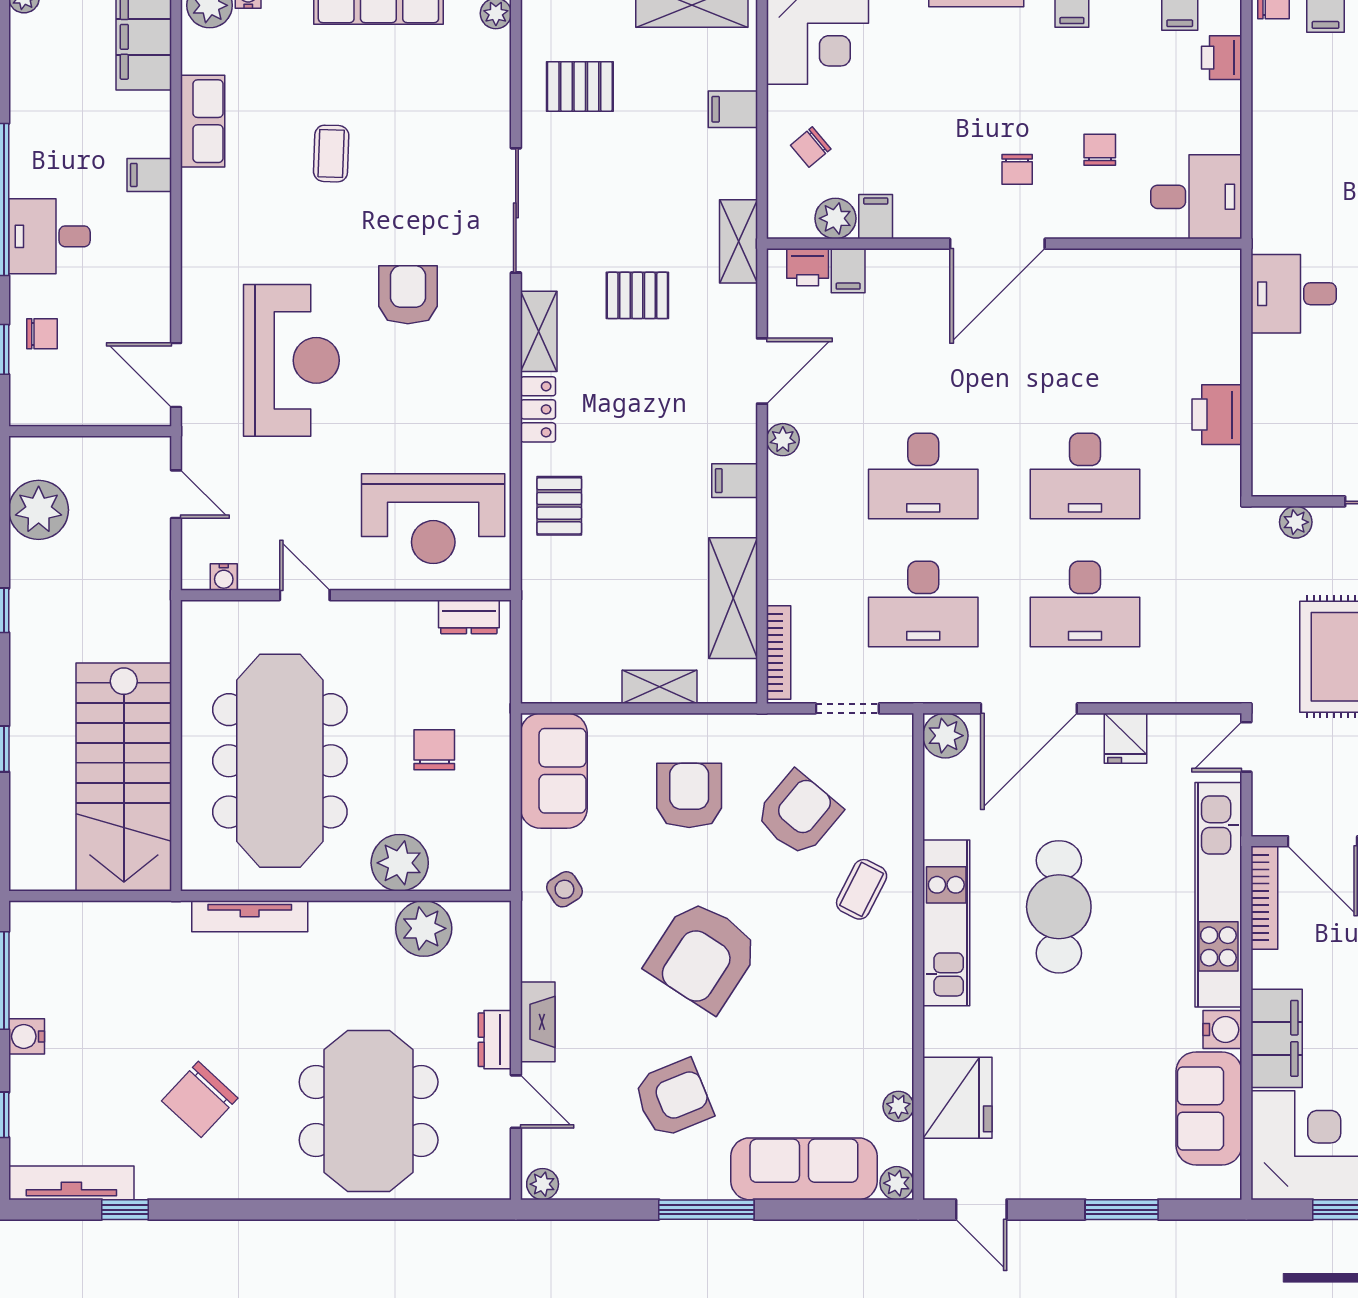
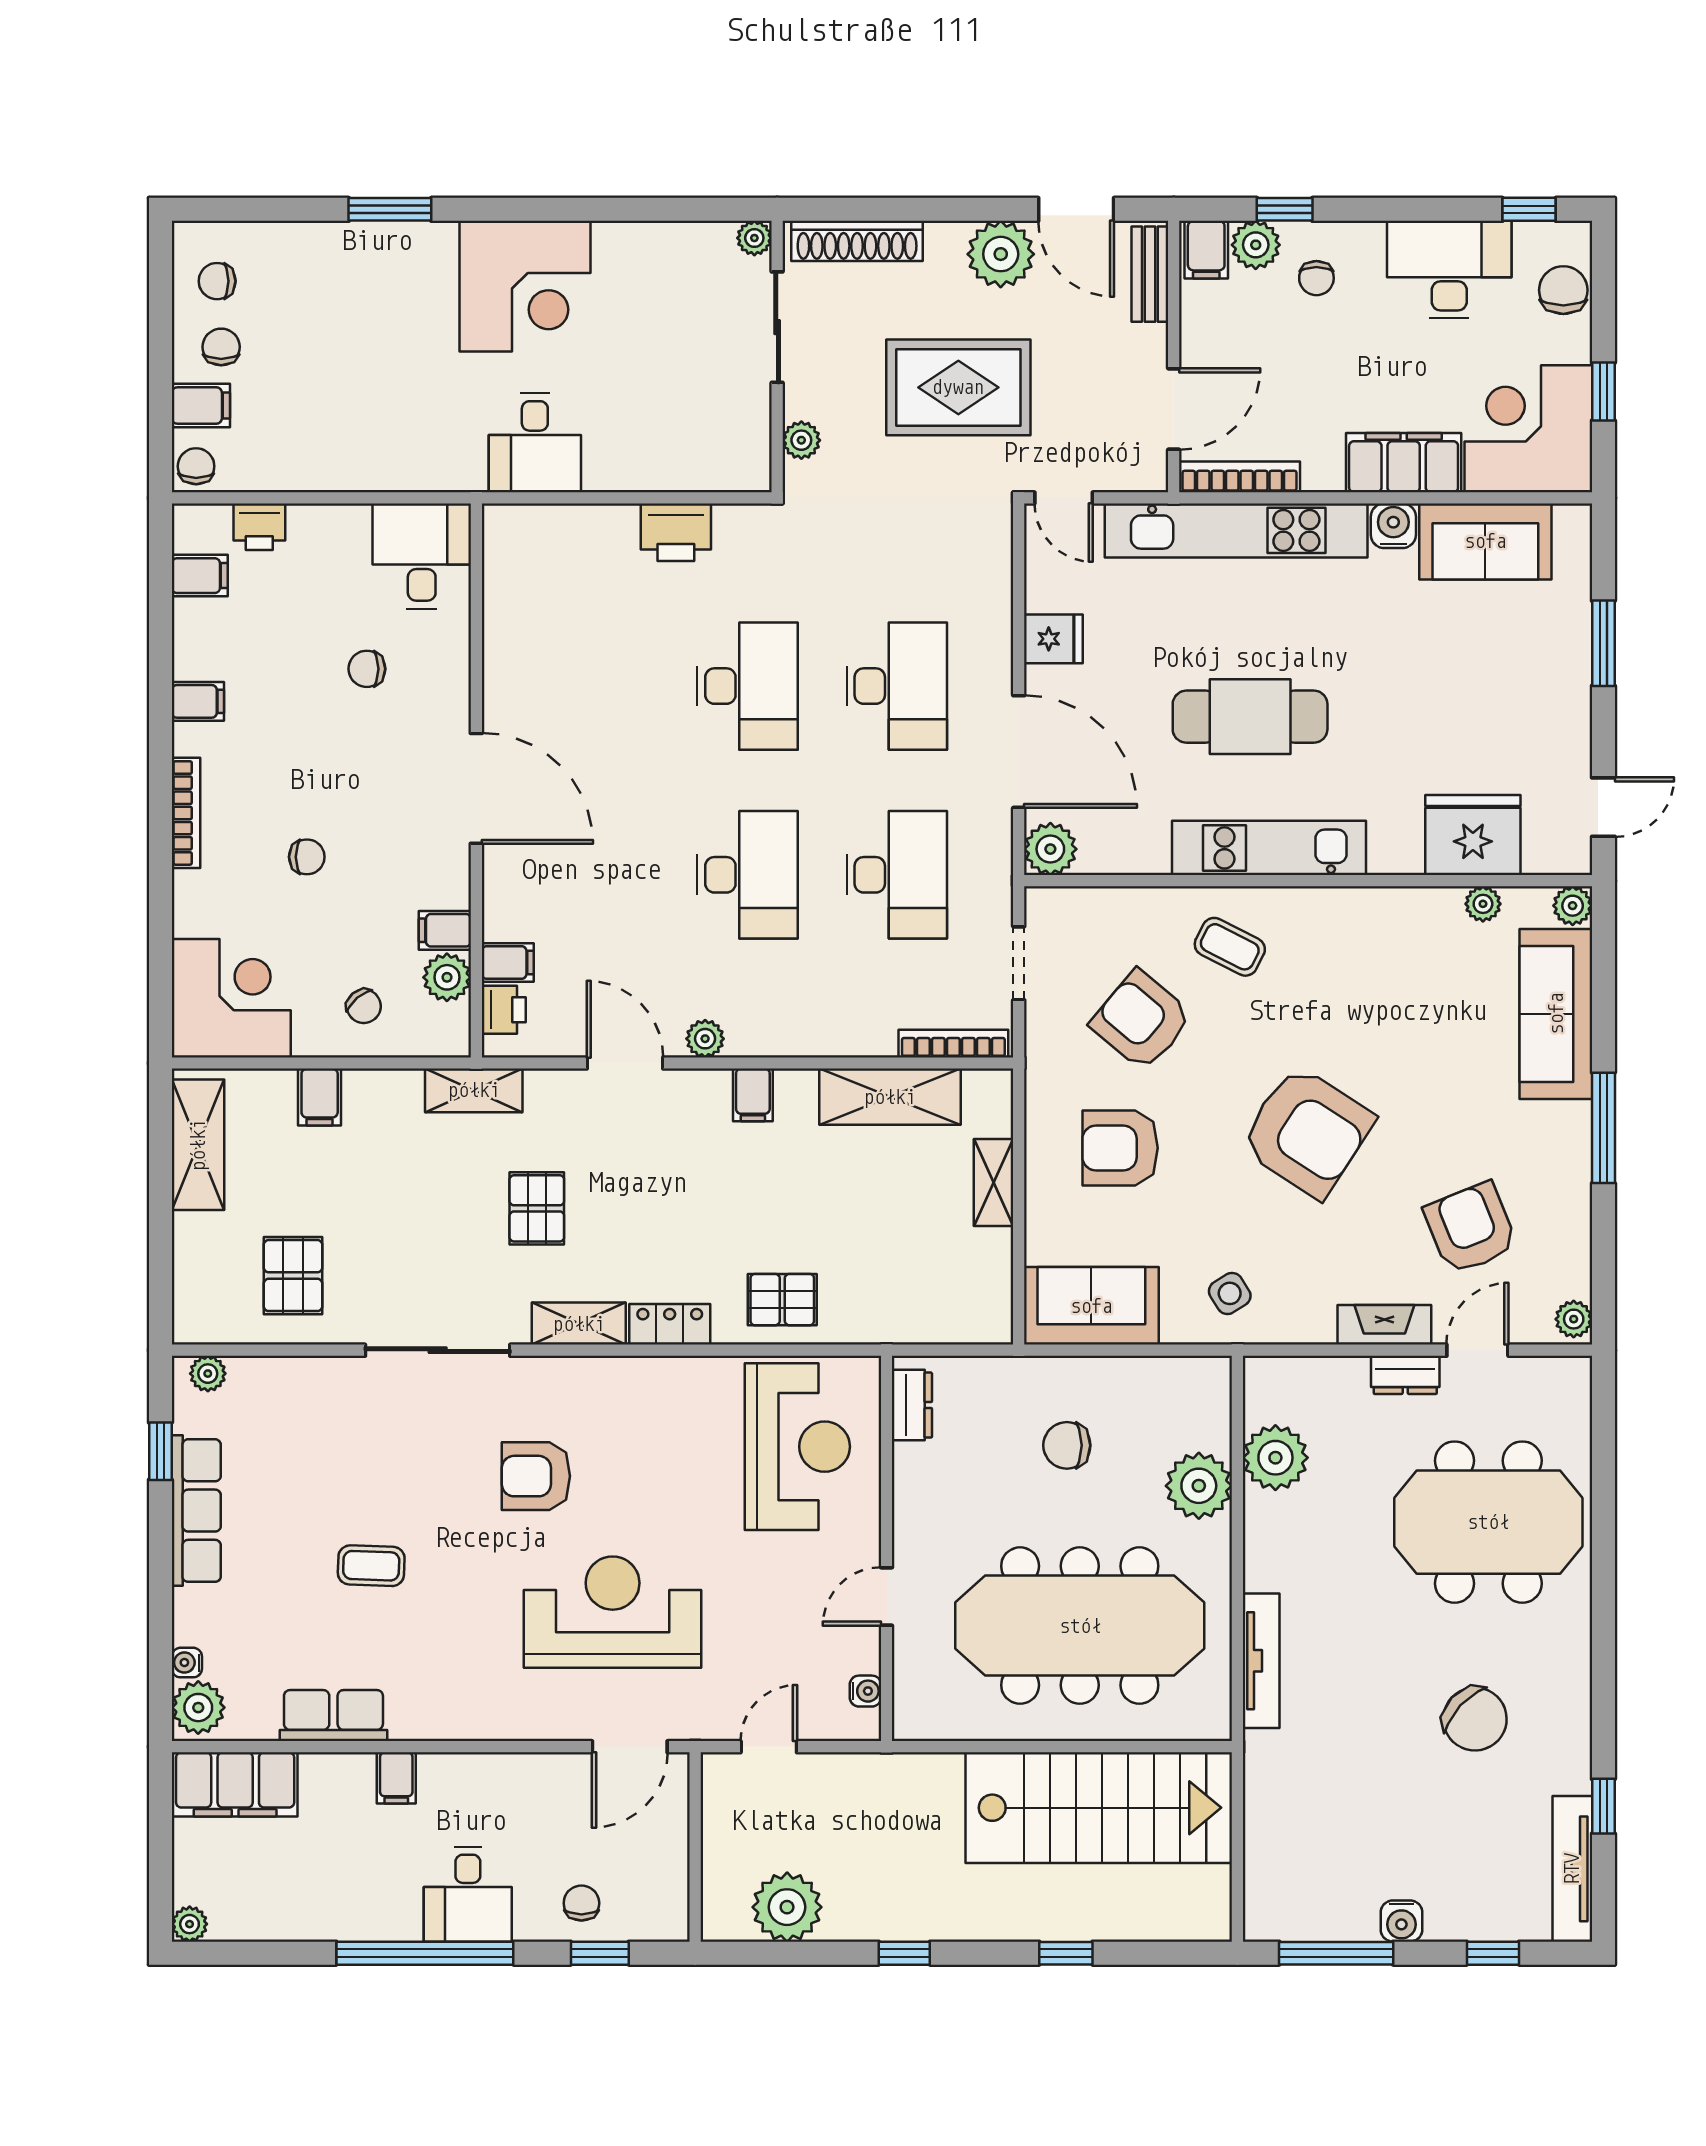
chair: (1017, 169) -> (307, 857), moved
armchair: (673, 1098) -> (1471, 1228), moved

